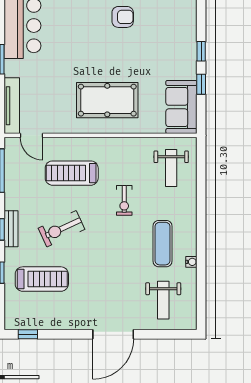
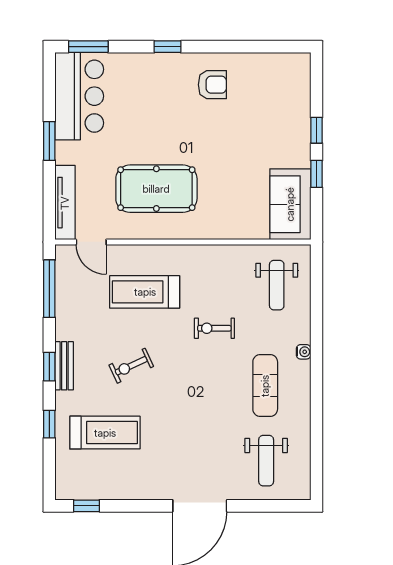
pool table: (107, 100) -> (156, 189), moved
exercise bike: (124, 200) -> (214, 328), turned 90
exercise bike: (62, 229) -> (131, 366), width x0.73, depth x0.72
water cooler: (191, 262) -> (304, 352), moved

